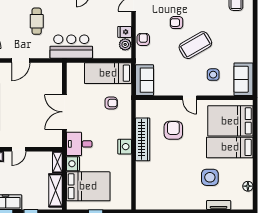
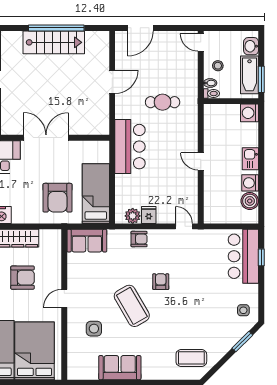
door: (21, 60) -> (112, 82), swing flipped
sofa: (243, 79) -> (120, 368), moved
armchair: (111, 103) -> (57, 198), width x1.88, depth x1.88

